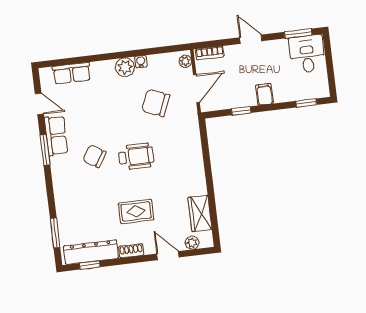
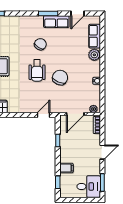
plant: (125, 67) -> (94, 55), moved
door: (196, 89) -> (75, 114), hinge flipped
filing cabinet: (265, 94) -> (66, 168), moved
chair: (156, 103) -> (60, 78), moved
door: (204, 138) -> (43, 115), added

